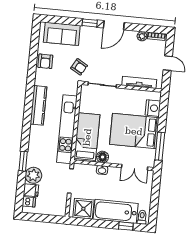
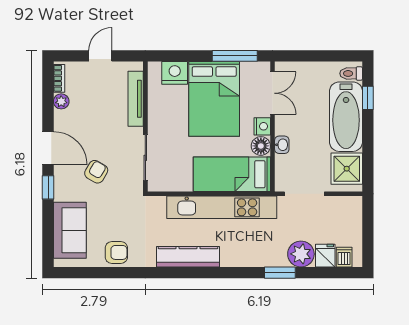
armchair: (79, 67) -> (96, 172), moved
nightstand: (115, 159) -> (262, 126), added

